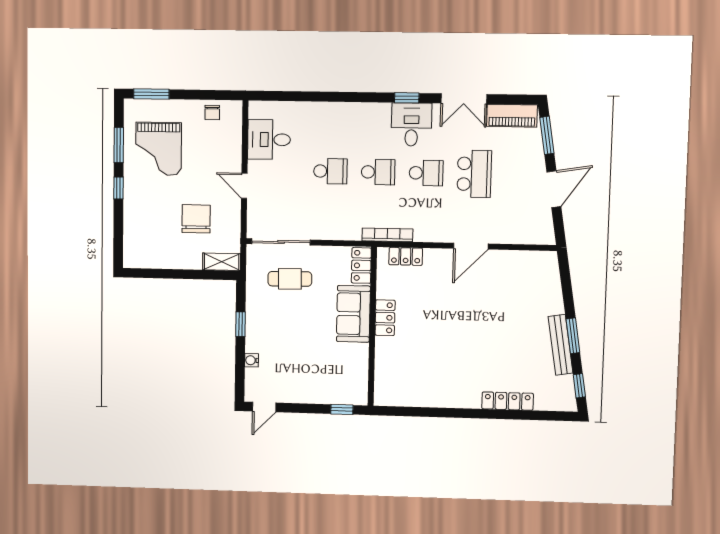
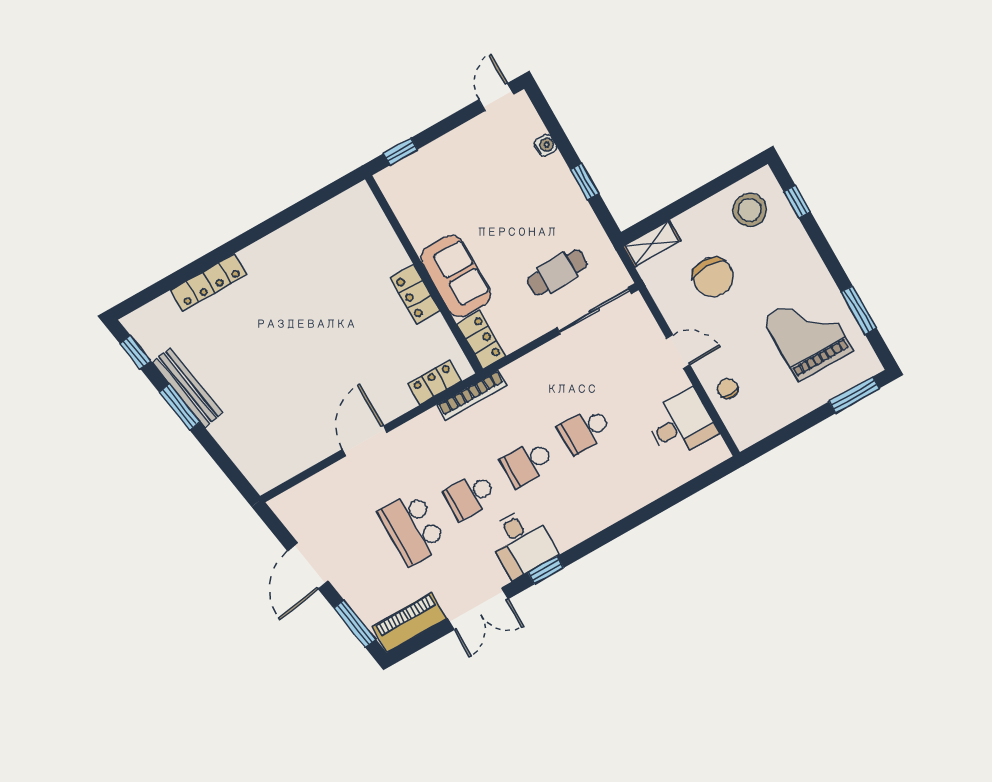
double door: (464, 99) -> (478, 609), swing flipped
chair: (212, 113) -> (728, 389), moved
window: (118, 188) -> (797, 202), moved
stool: (150, 247) -> (750, 210), added

